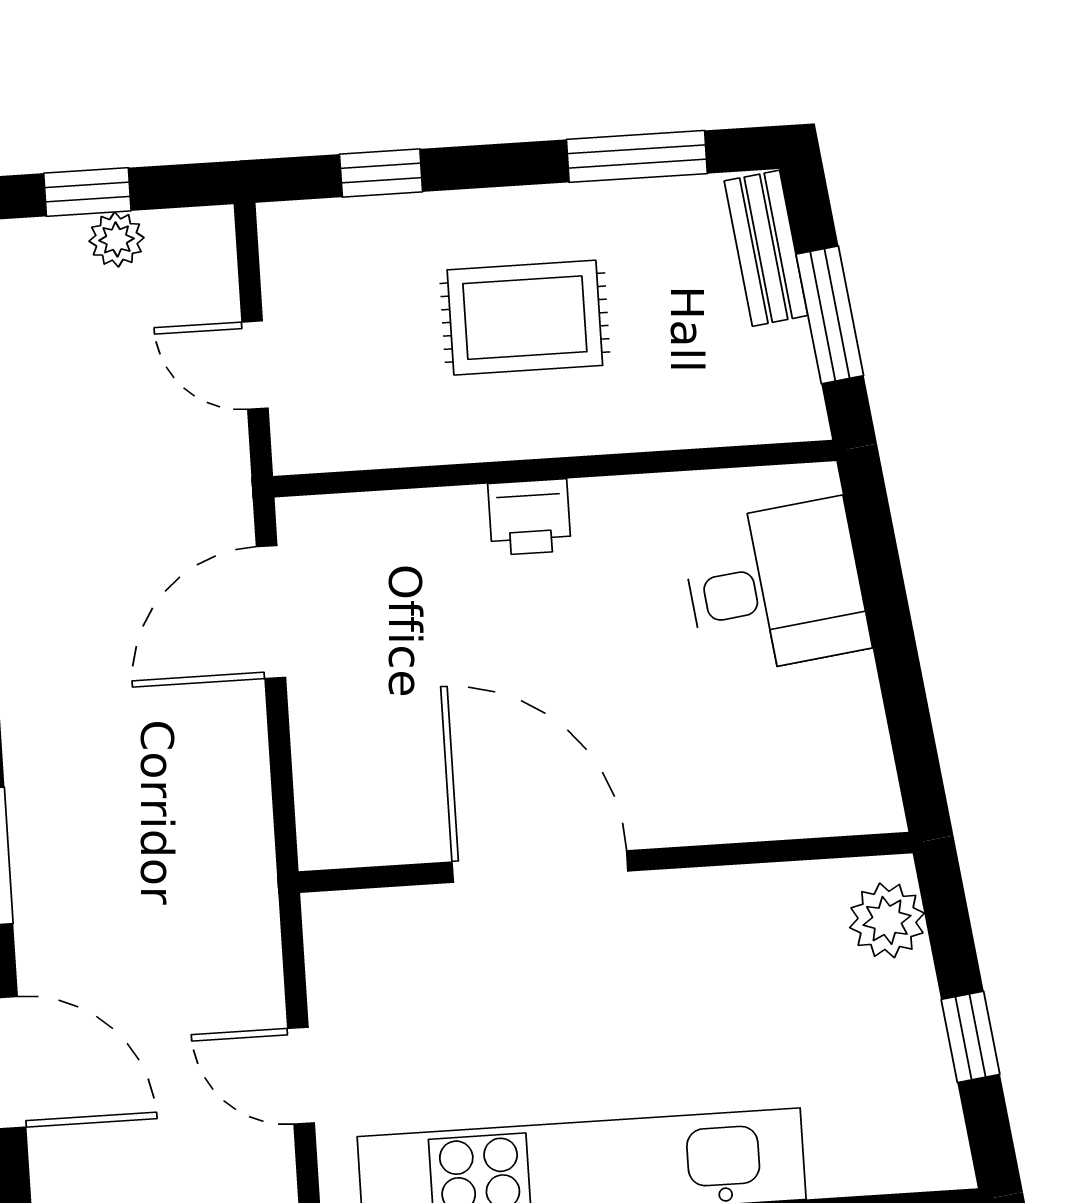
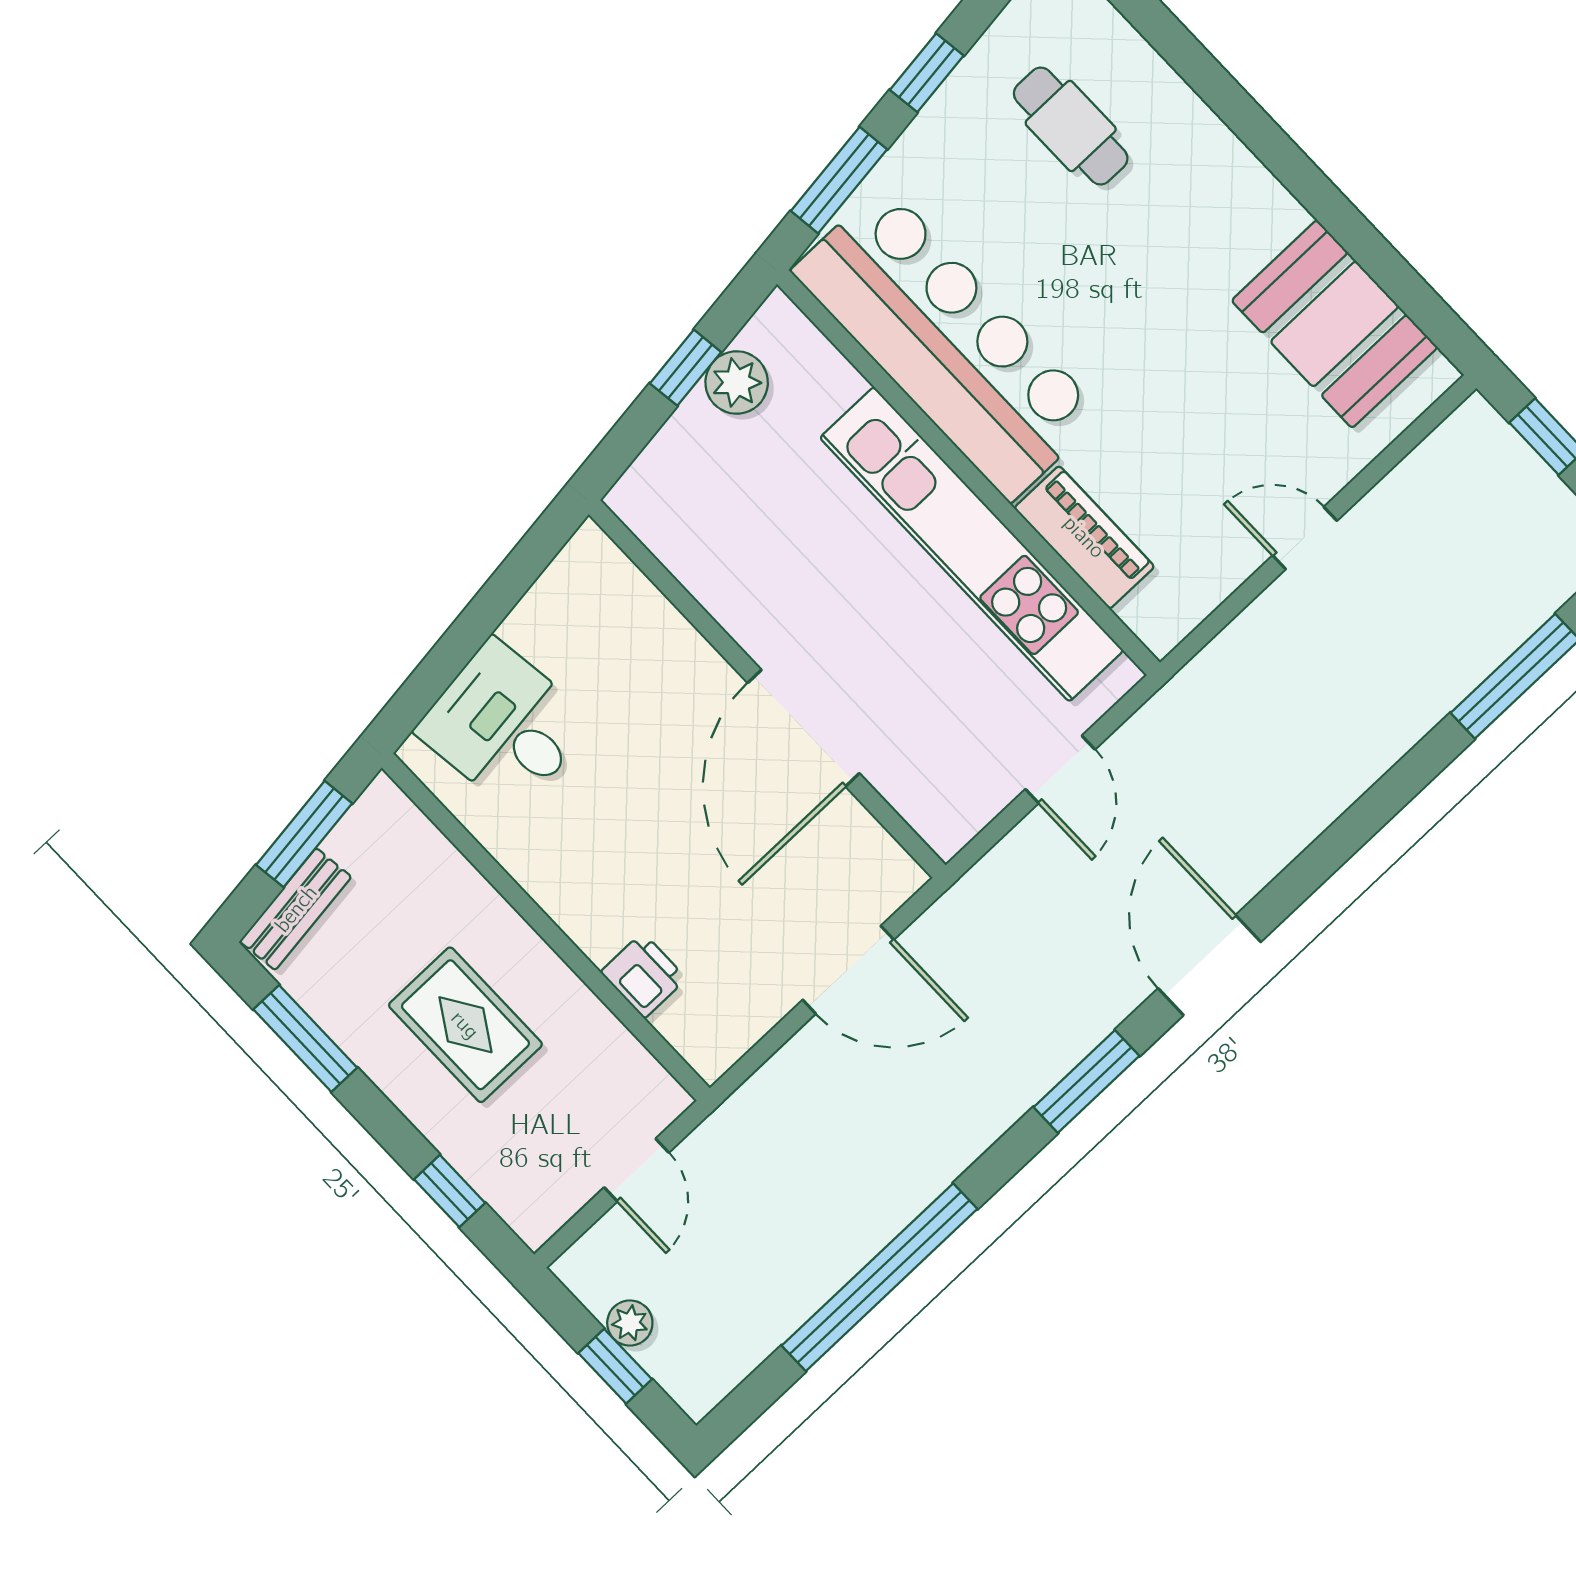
printer: (529, 517) -> (643, 975), moved
door: (271, 612) -> (848, 970), moved
plant: (887, 920) -> (737, 383), moved

